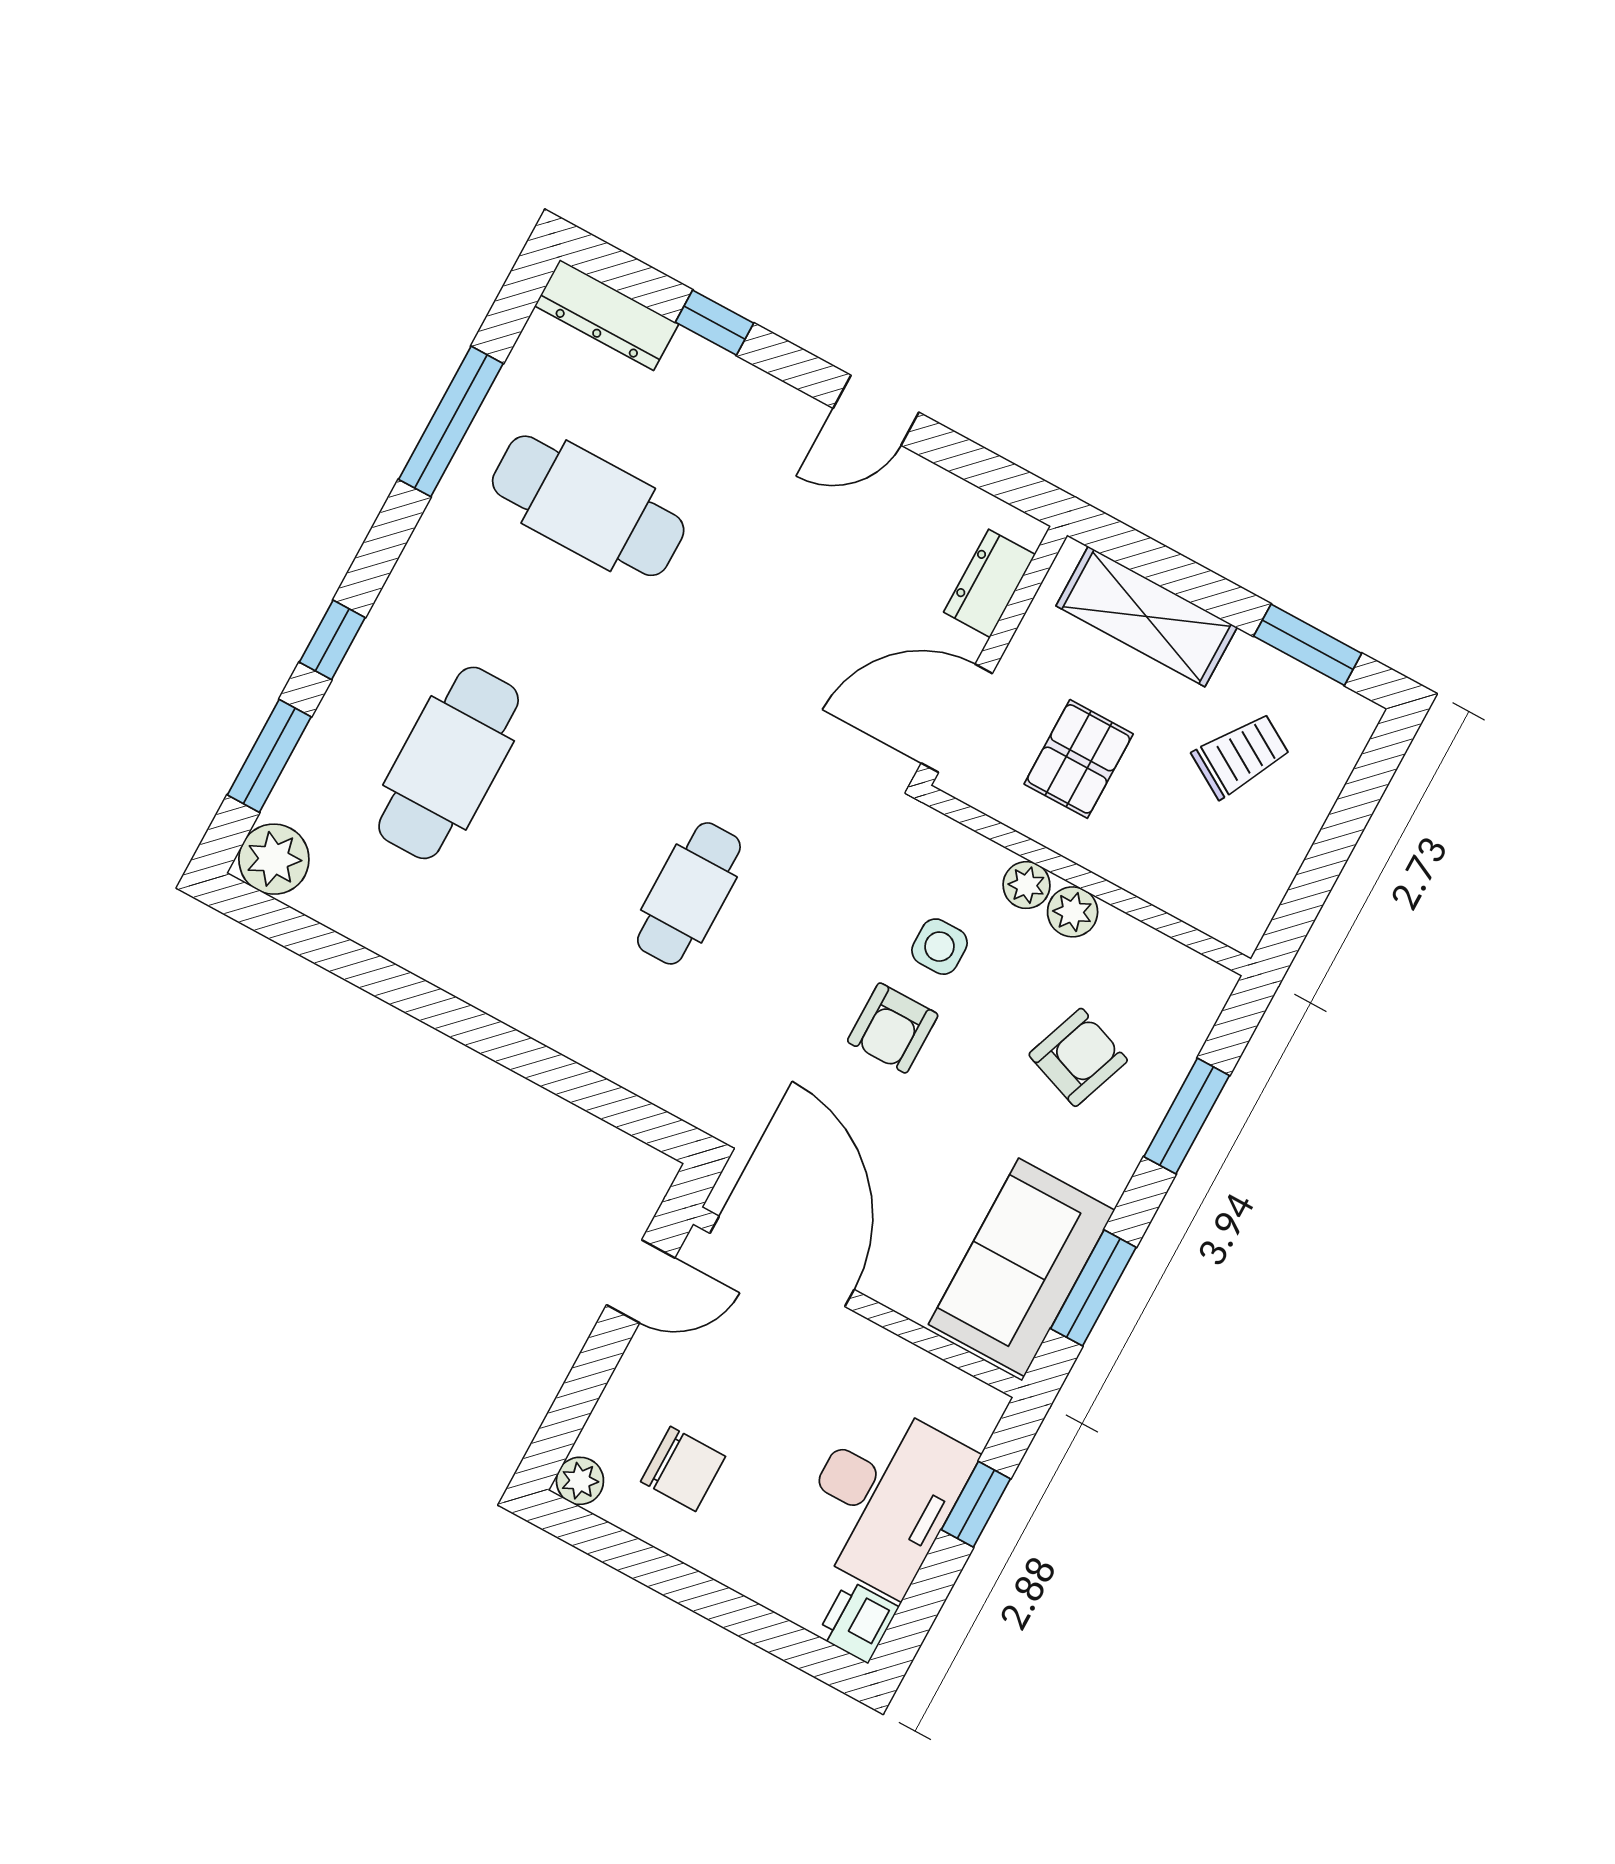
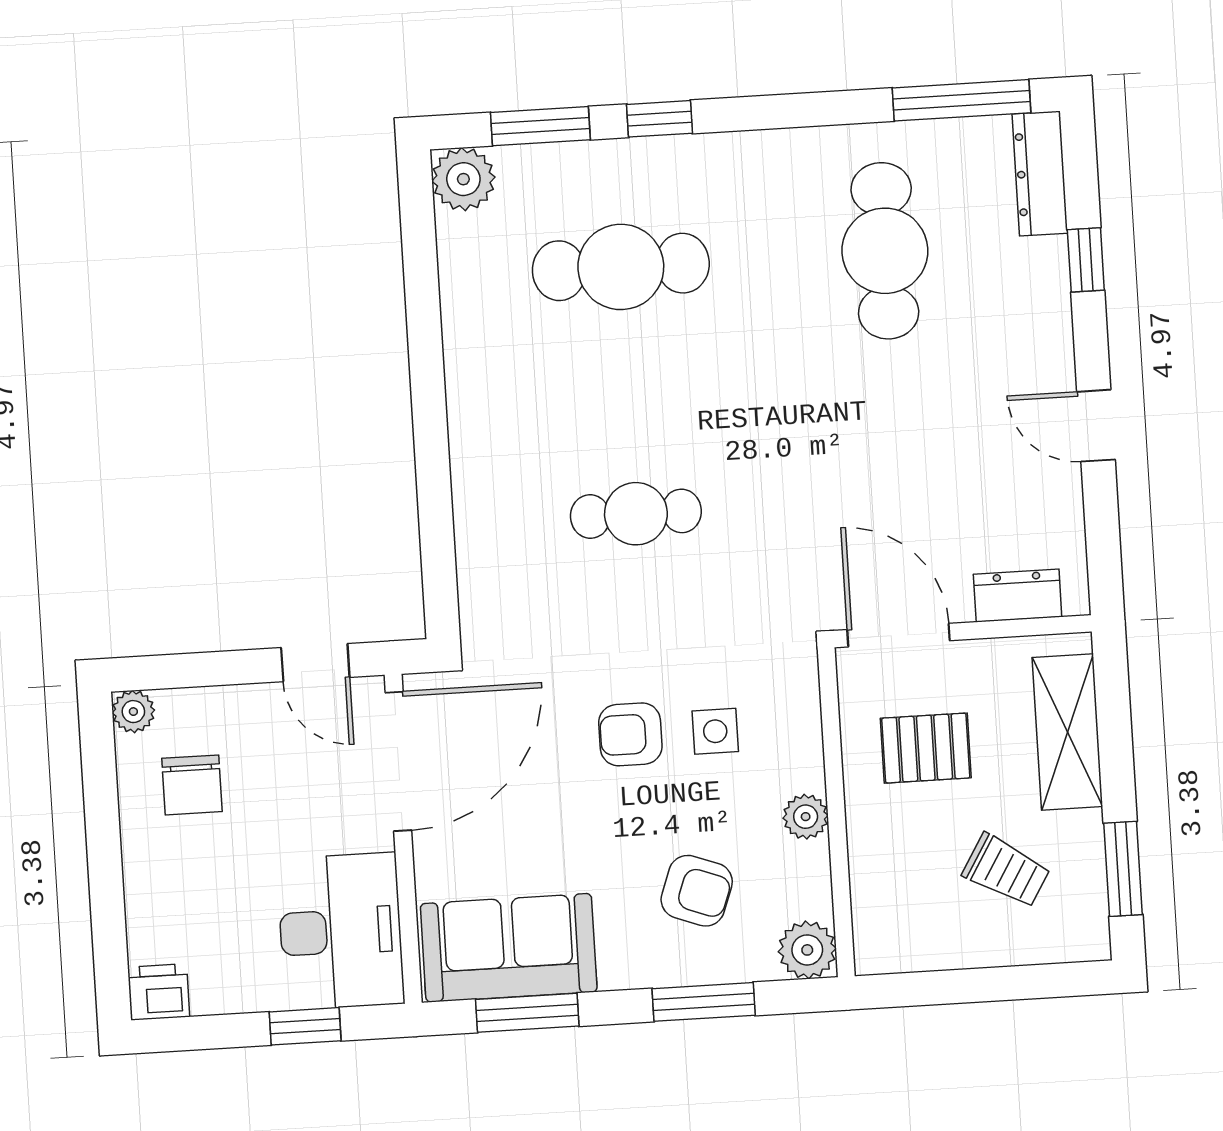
window: (451, 421) -> (962, 100), moved
plant: (1026, 885) -> (807, 950), moved, width x1.38, depth x1.38
desk: (884, 1497) -> (341, 931), moved, turned -90

